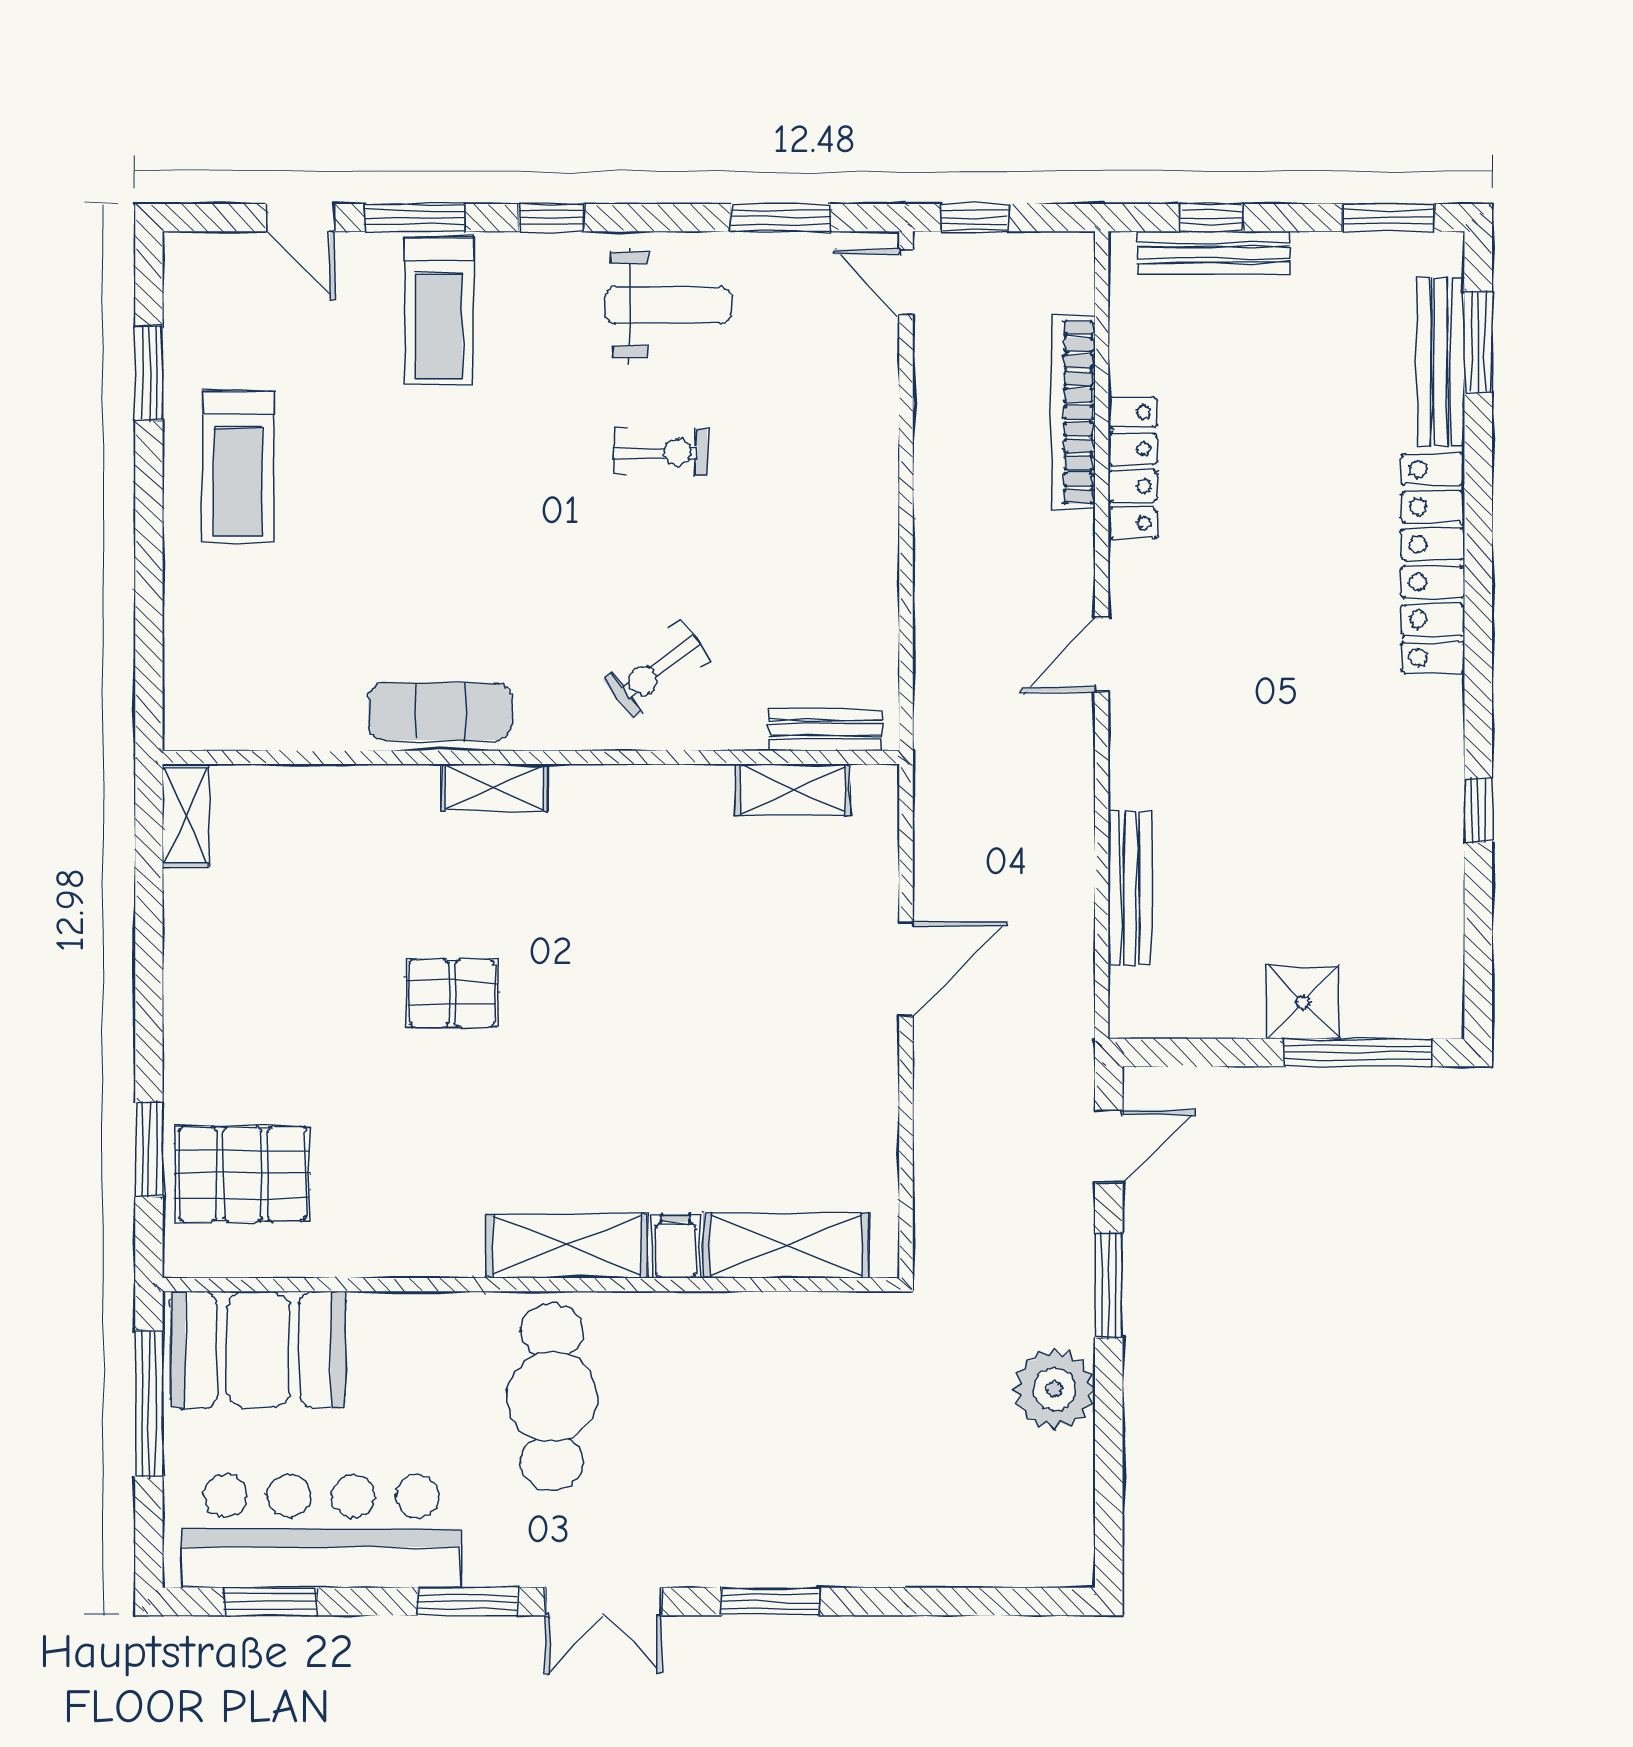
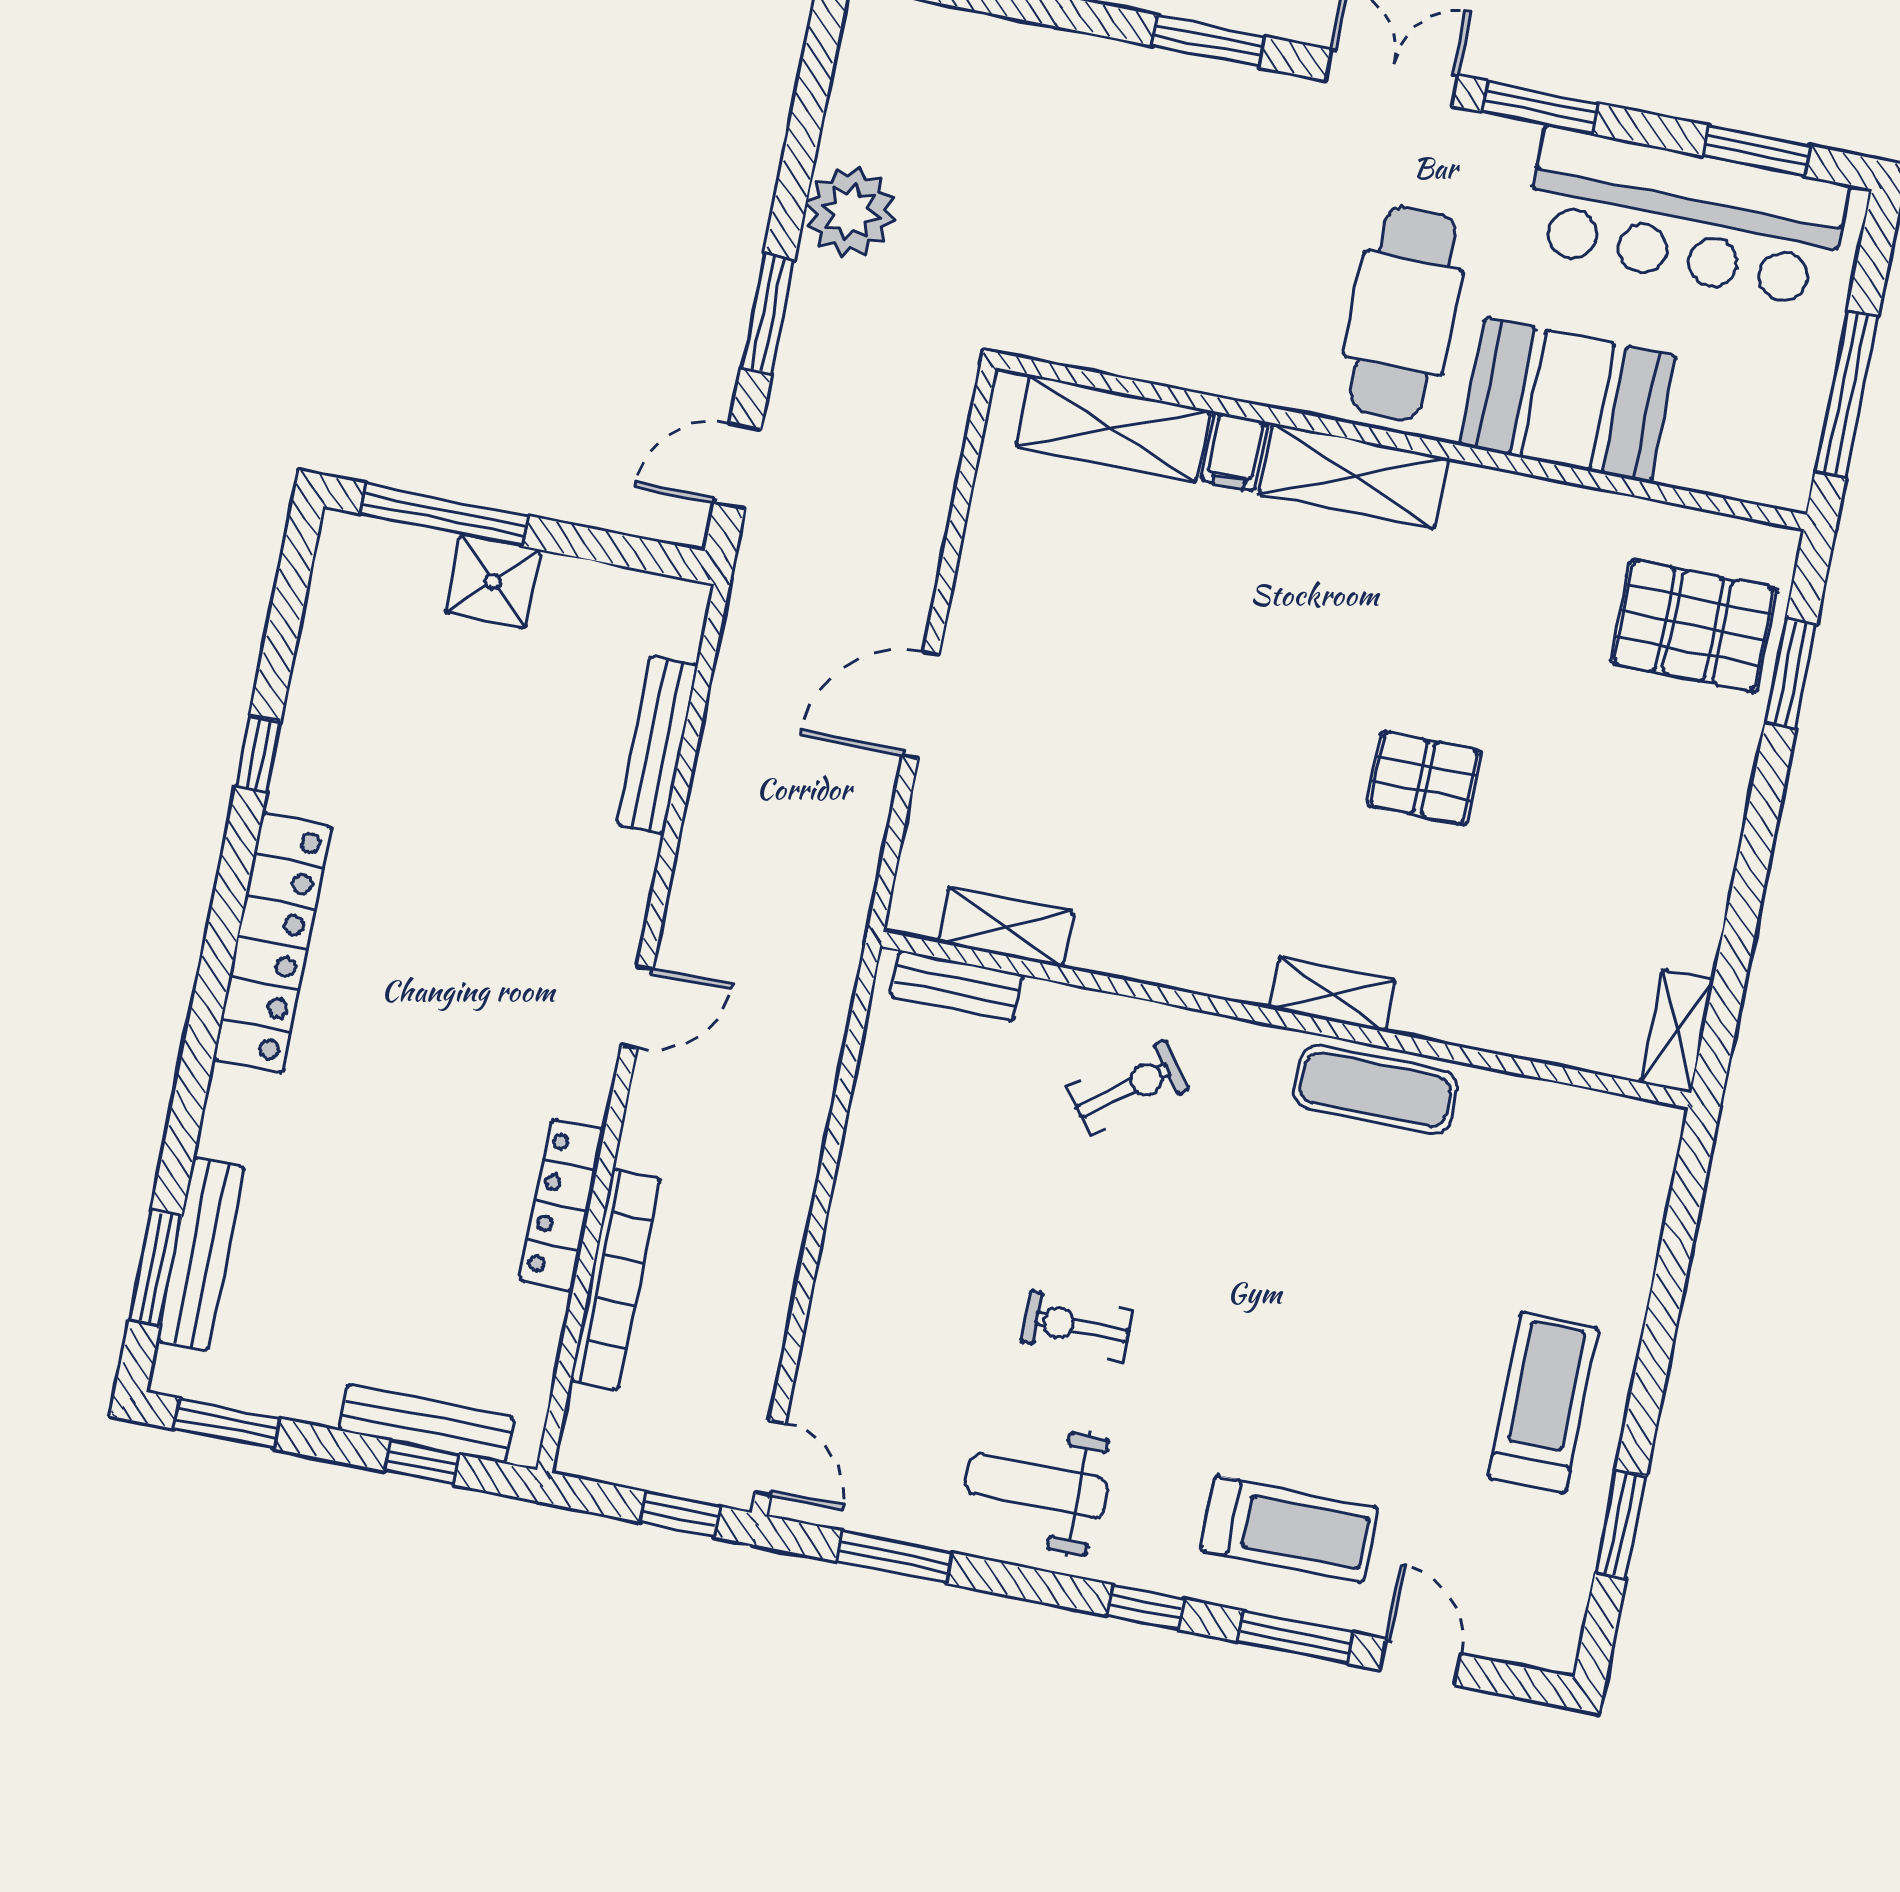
treadmill: (439, 311) -> (1289, 1529), turned 90
locker: (1433, 563) -> (272, 943), moved
booth: (258, 1350) -> (1568, 400), moved

